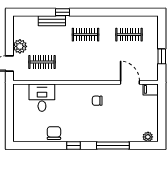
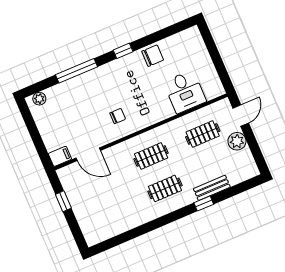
clothes rail: (129, 35) -> (151, 156), moved
chair: (54, 133) -> (153, 56), turned -90

